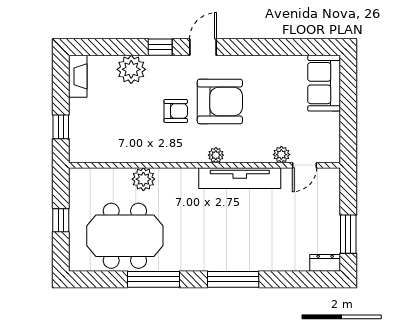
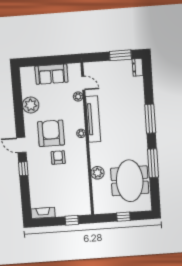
plant: (131, 69) -> (31, 105), moved
sofa: (324, 83) -> (51, 74), moved

